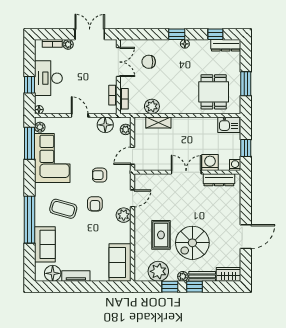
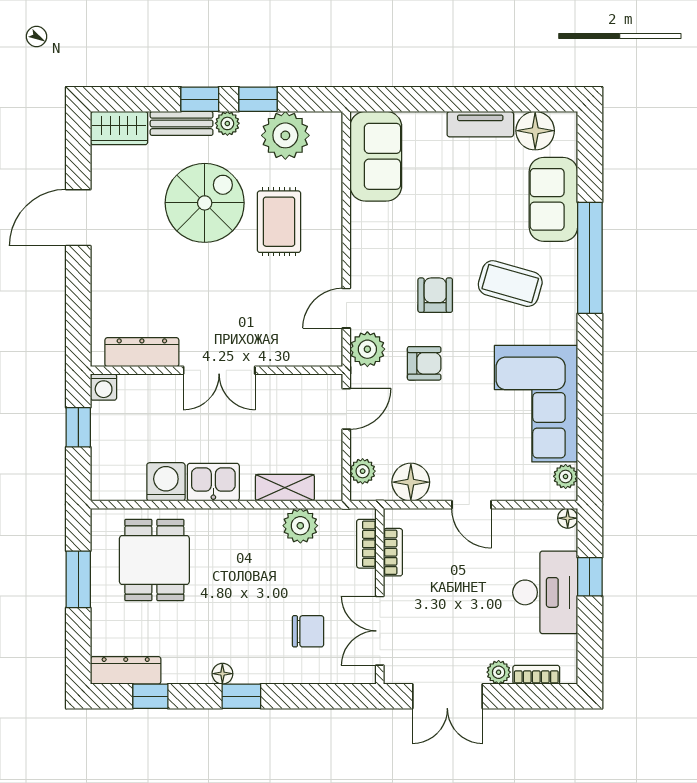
kitchen sink: (229, 125) -> (213, 482), moved
window: (30, 143) -> (590, 439), removed
washing machine: (210, 162) -> (166, 482), moved, turned 180
plant: (124, 215) -> (367, 349), moved

